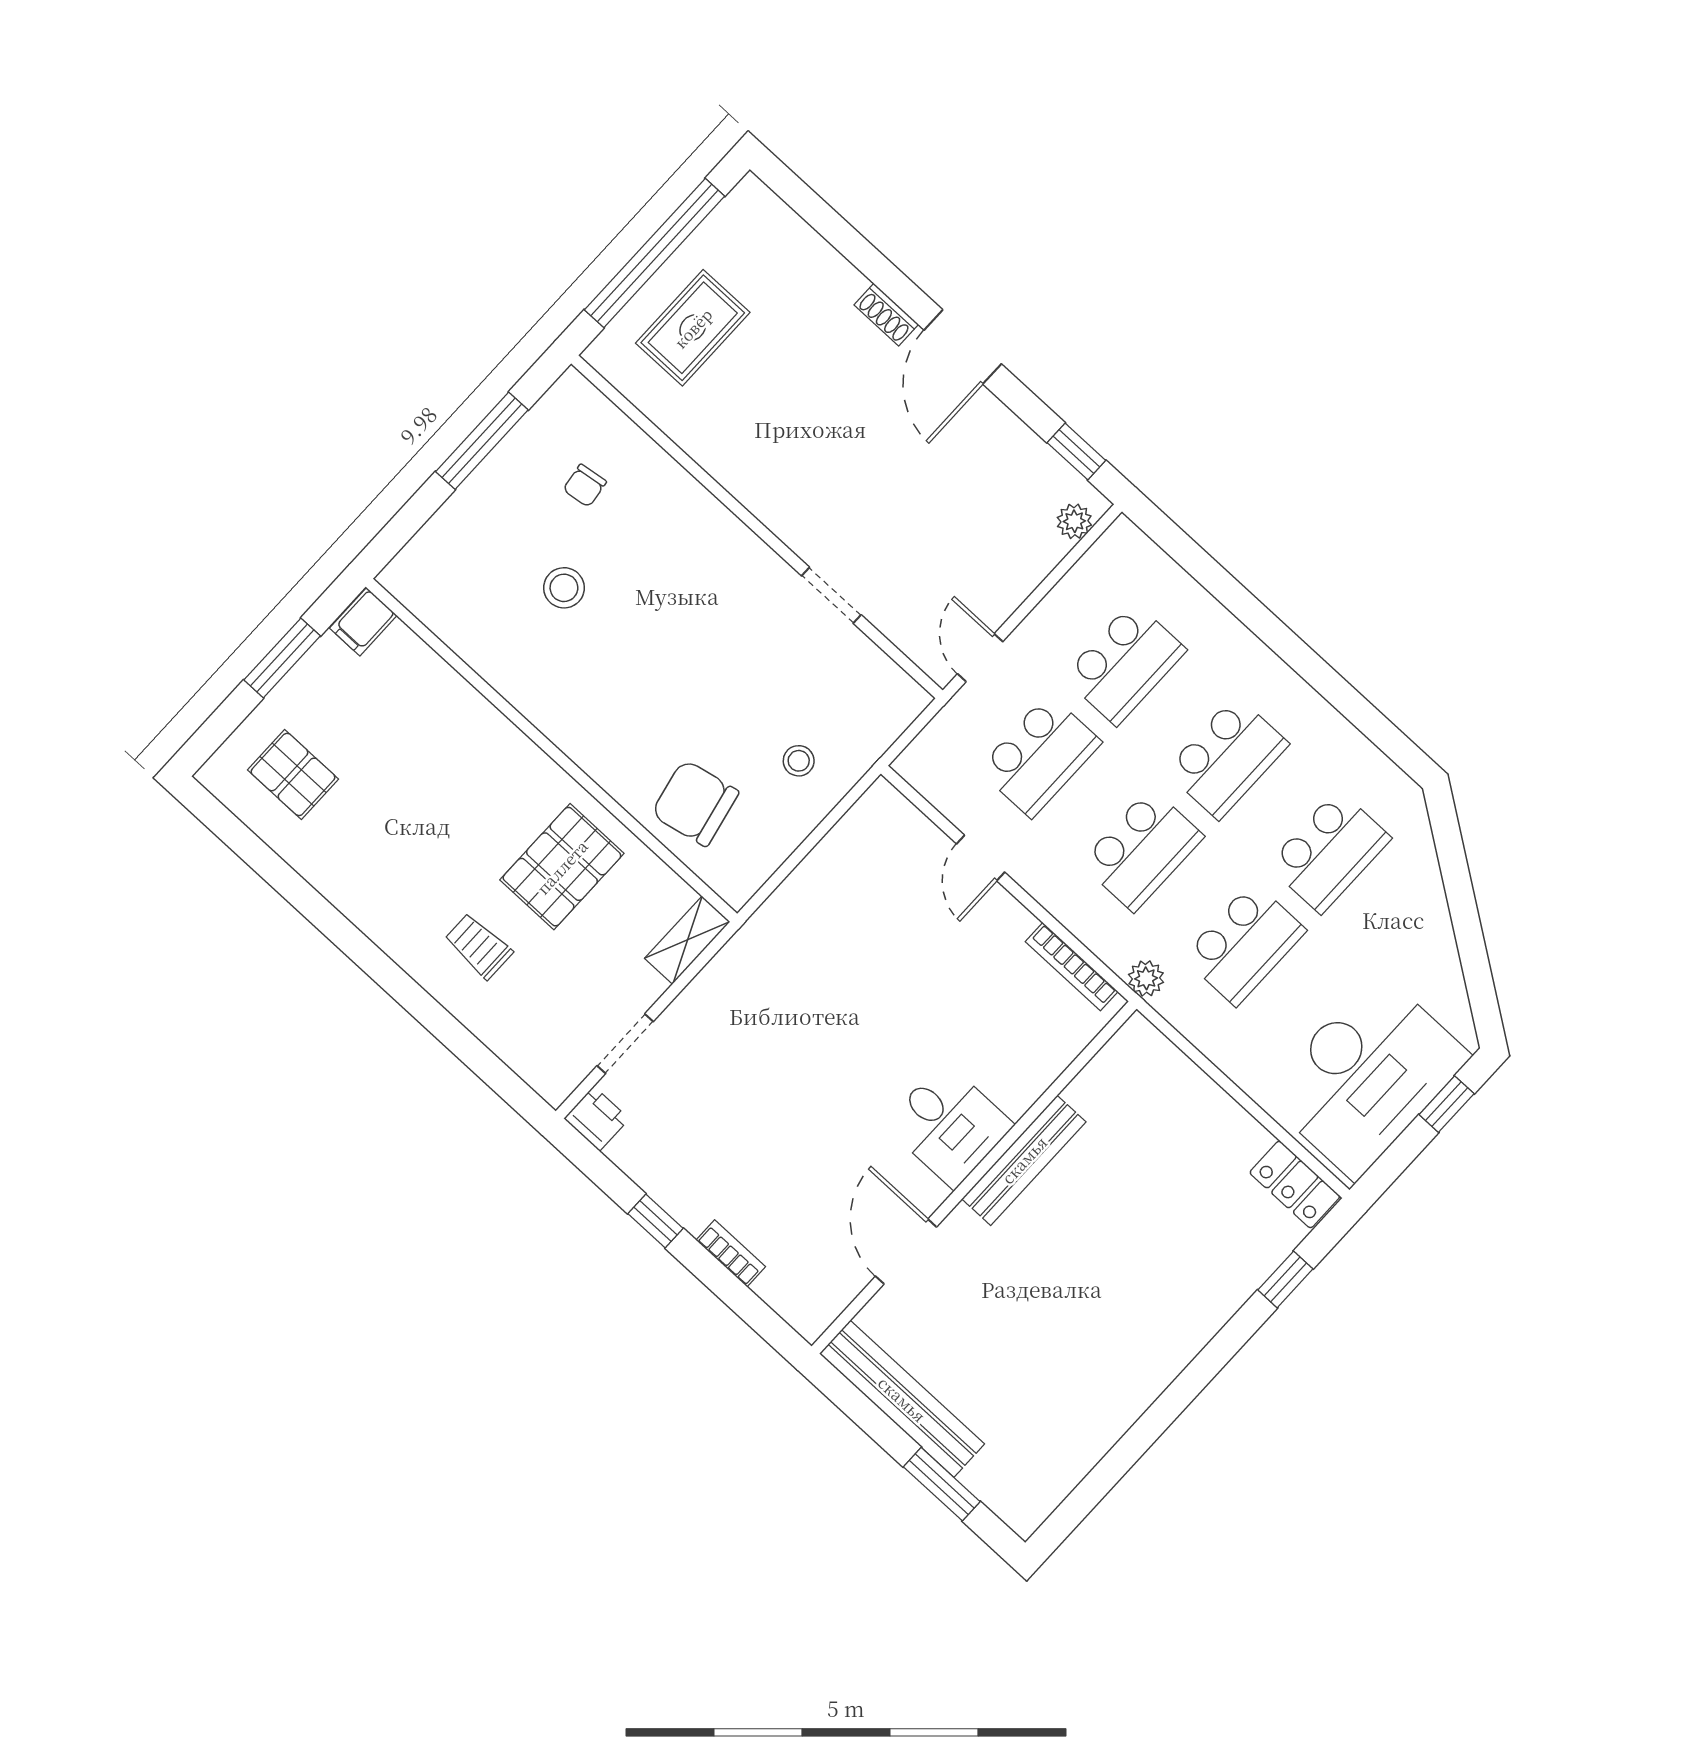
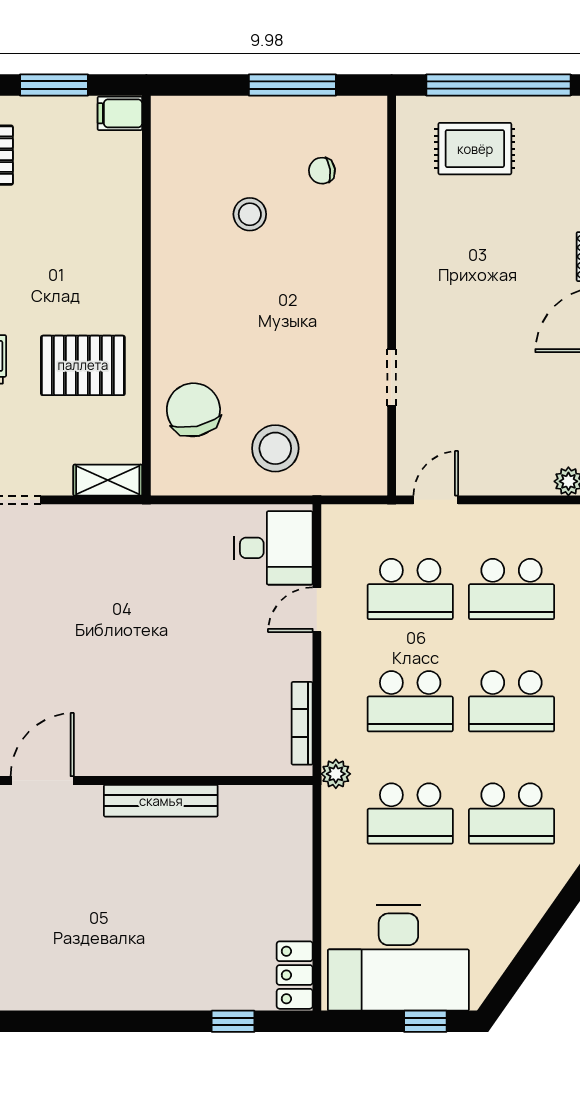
stool: (799, 761) -> (275, 448), width x1.89, depth x1.89
desk: (949, 1125) -> (273, 548), moved, turned -90

